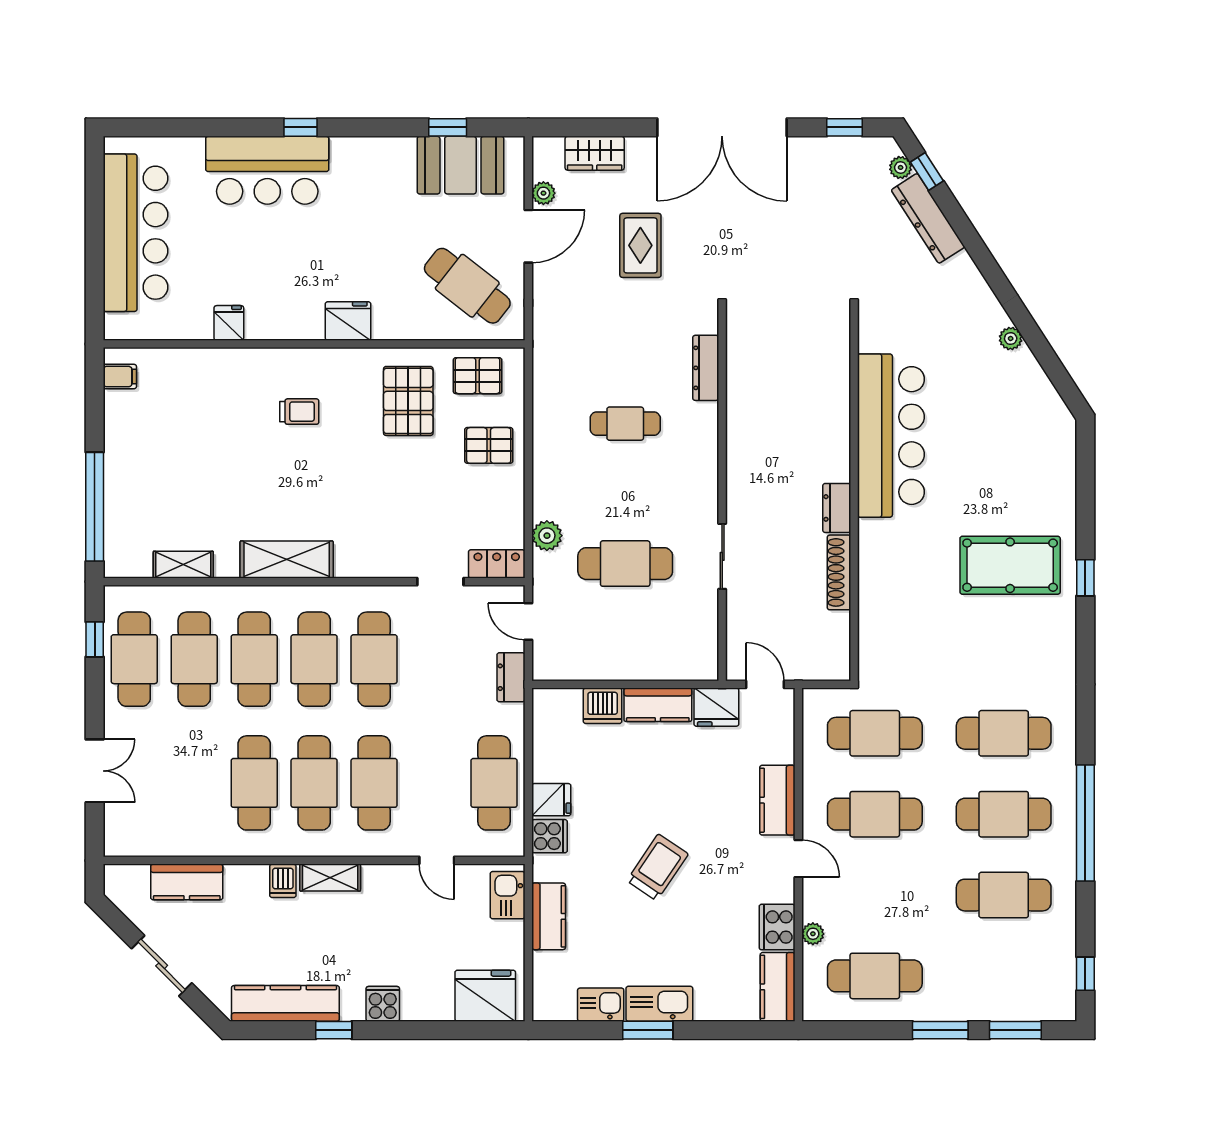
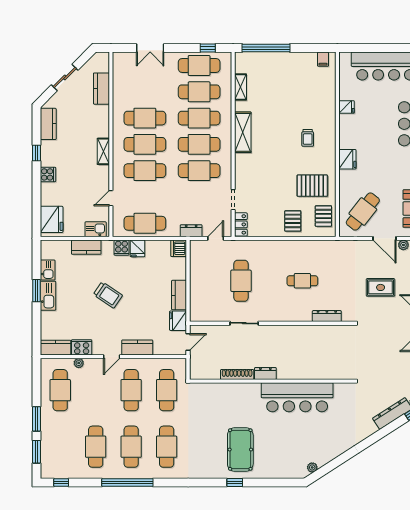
plant: (1011, 339) -> (312, 467), moved
cafe table: (625, 424) -> (302, 281), turned 90
plant: (547, 536) -> (253, 246), removed
dishwasher: (603, 706) -> (179, 248), moved
dishwasher: (283, 881) -> (102, 131), removed
kitchen counter: (285, 1003) -> (48, 124), width x0.67

